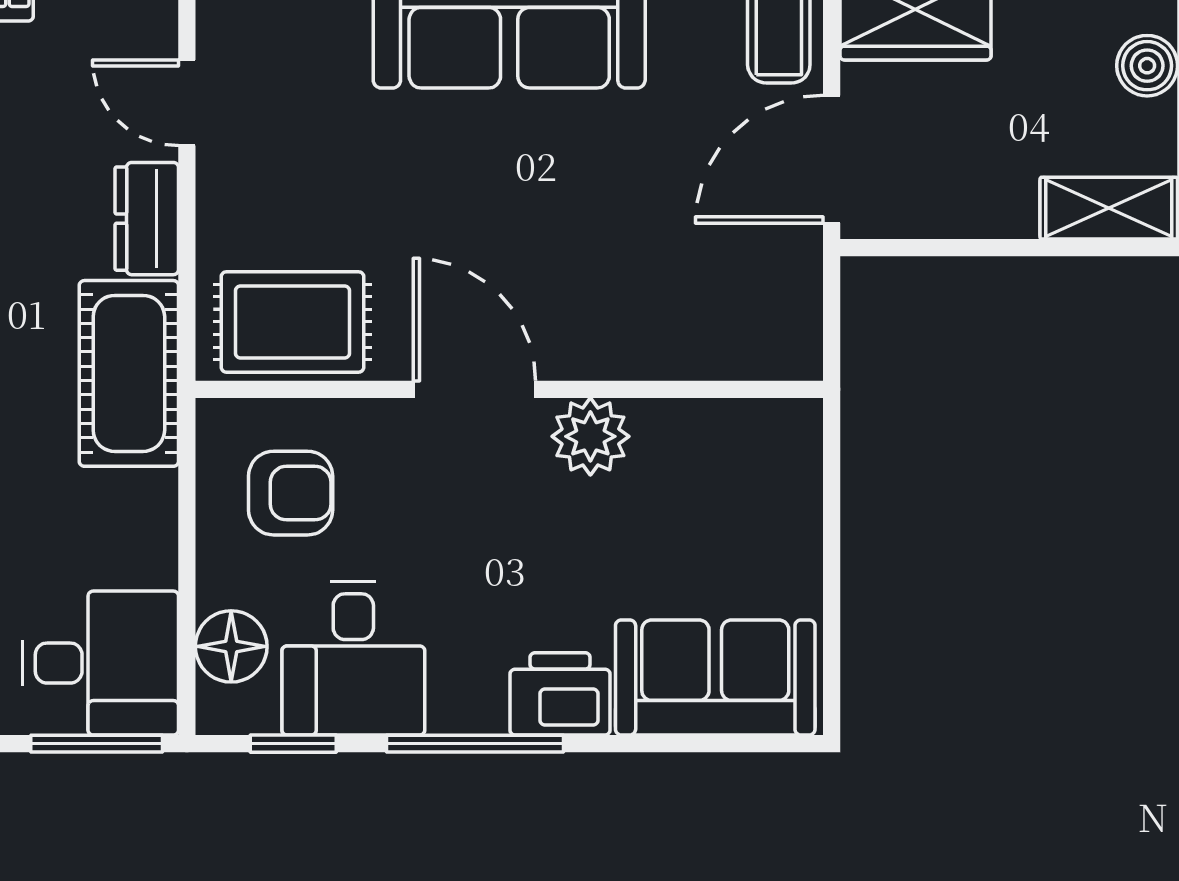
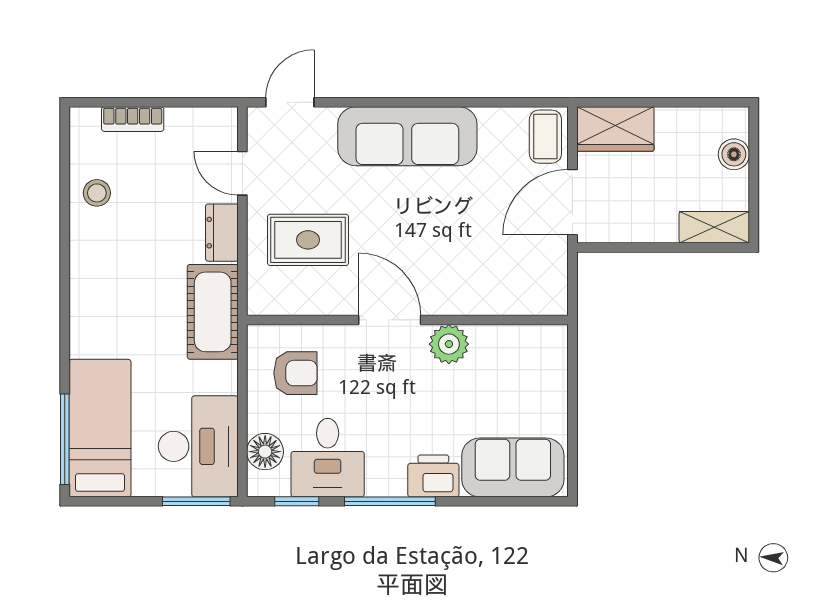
rug: (292, 322) -> (308, 240), moved
desk: (101, 663) -> (198, 446), width x1.37

